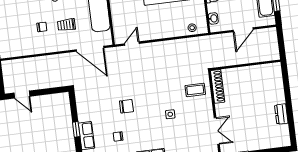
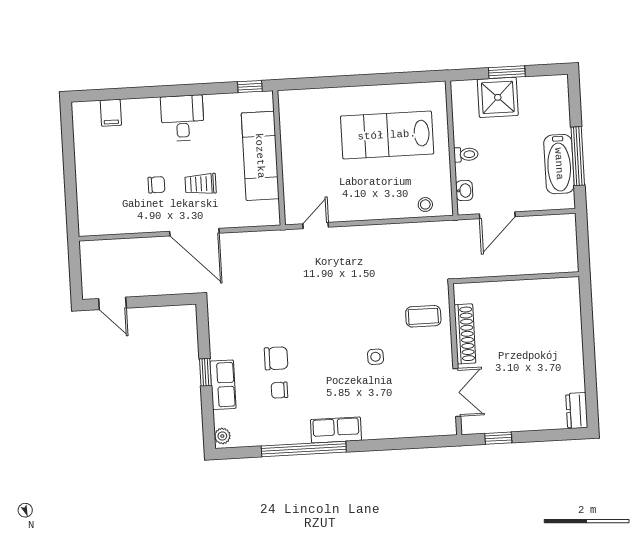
door: (243, 30) -> (497, 215), moved
door: (90, 49) -> (194, 232), moved
shoe rack: (218, 86) -> (465, 334), moved
chair: (126, 106) -> (276, 358), moved
dresser: (281, 114) -> (577, 411), moved

